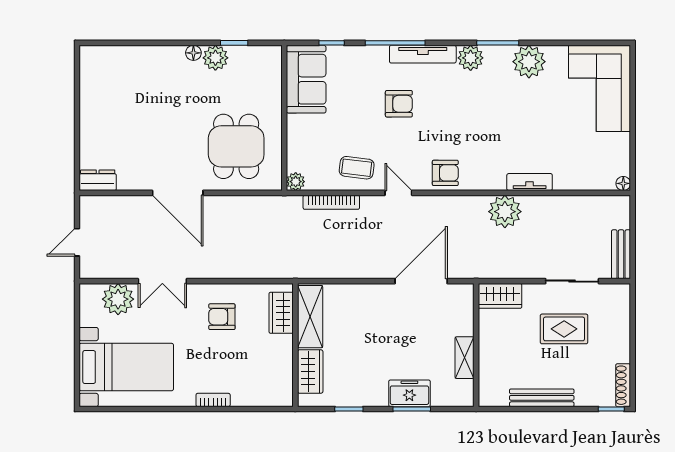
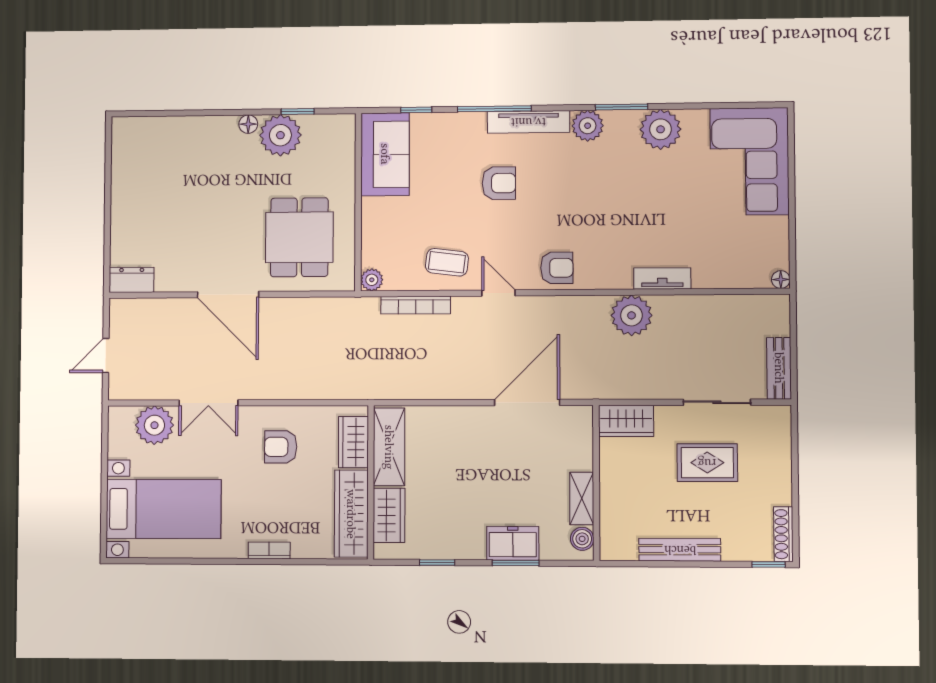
plant: (215, 58) -> (280, 135), width x1.36, depth x1.36
wardrobe: (280, 370) -> (351, 514), added
boiler: (465, 390) -> (582, 539), added

